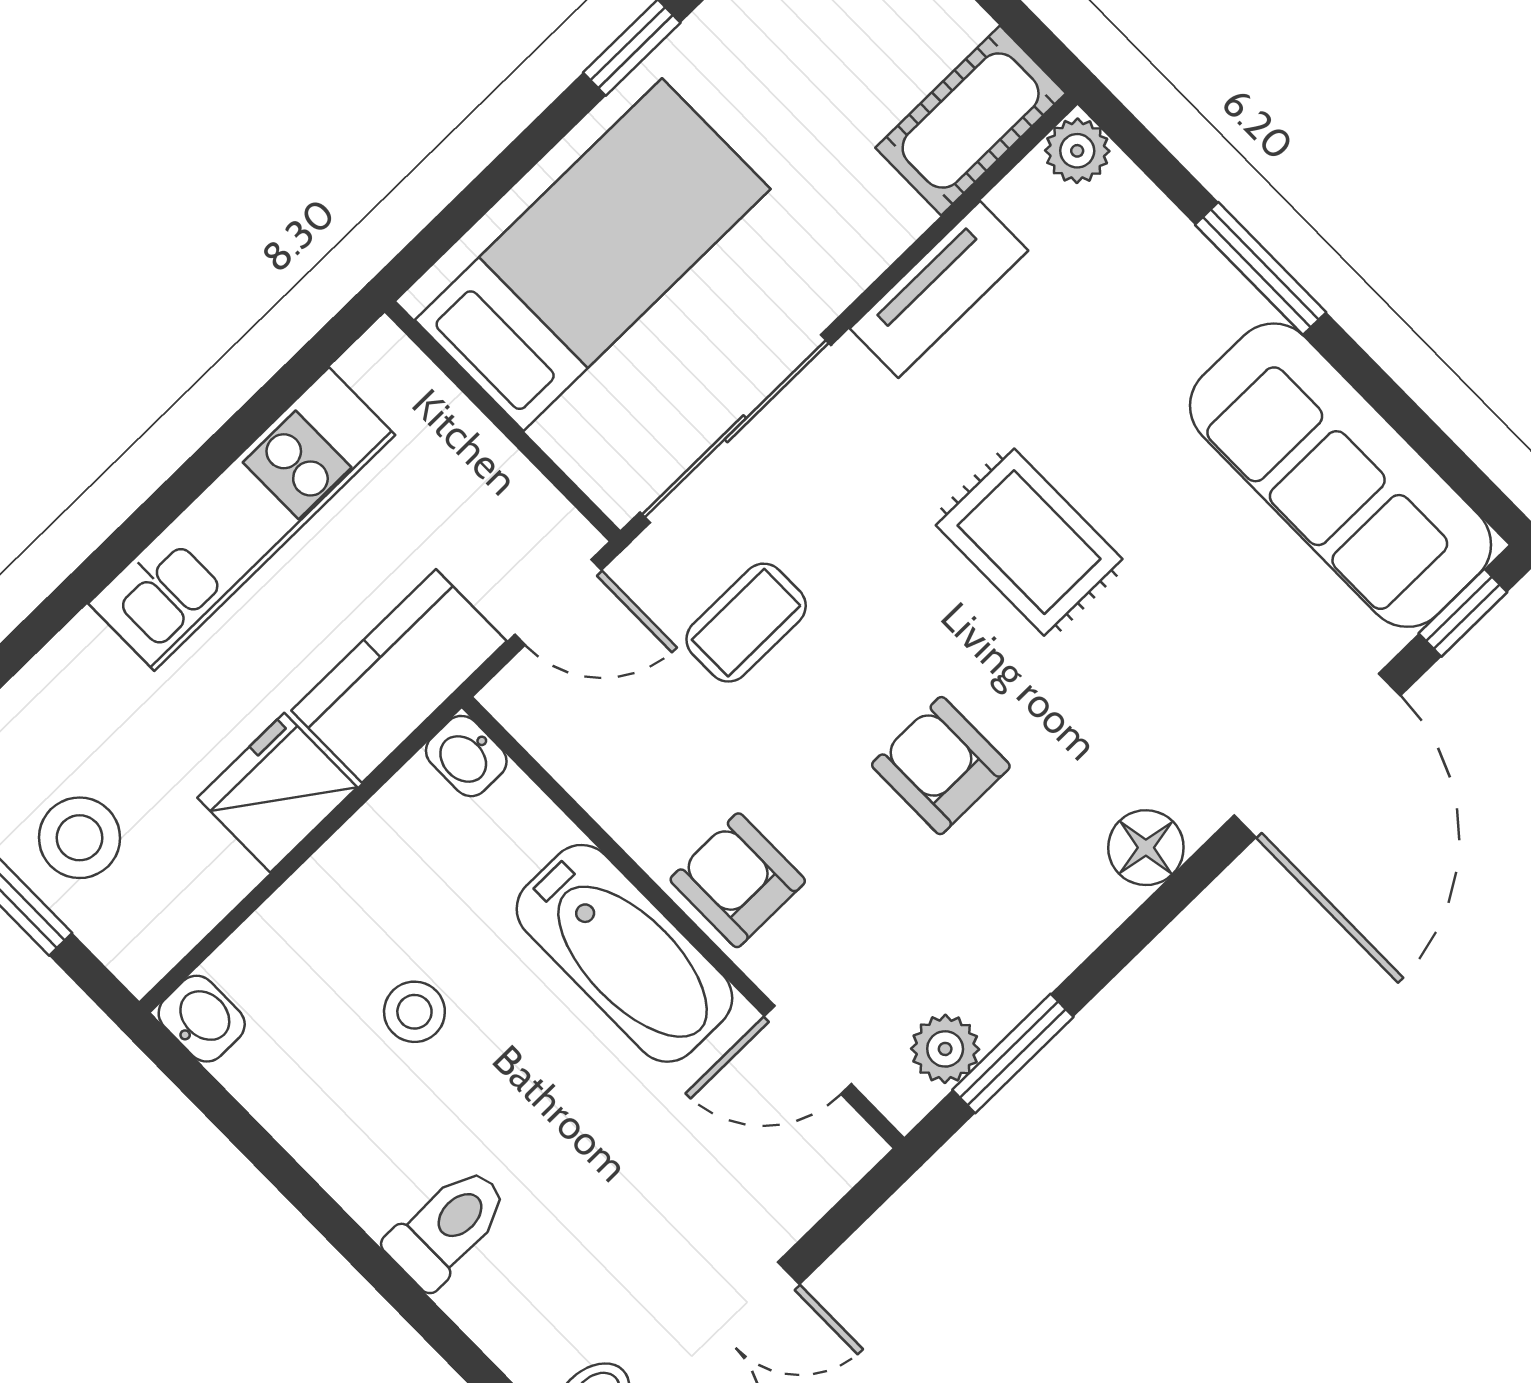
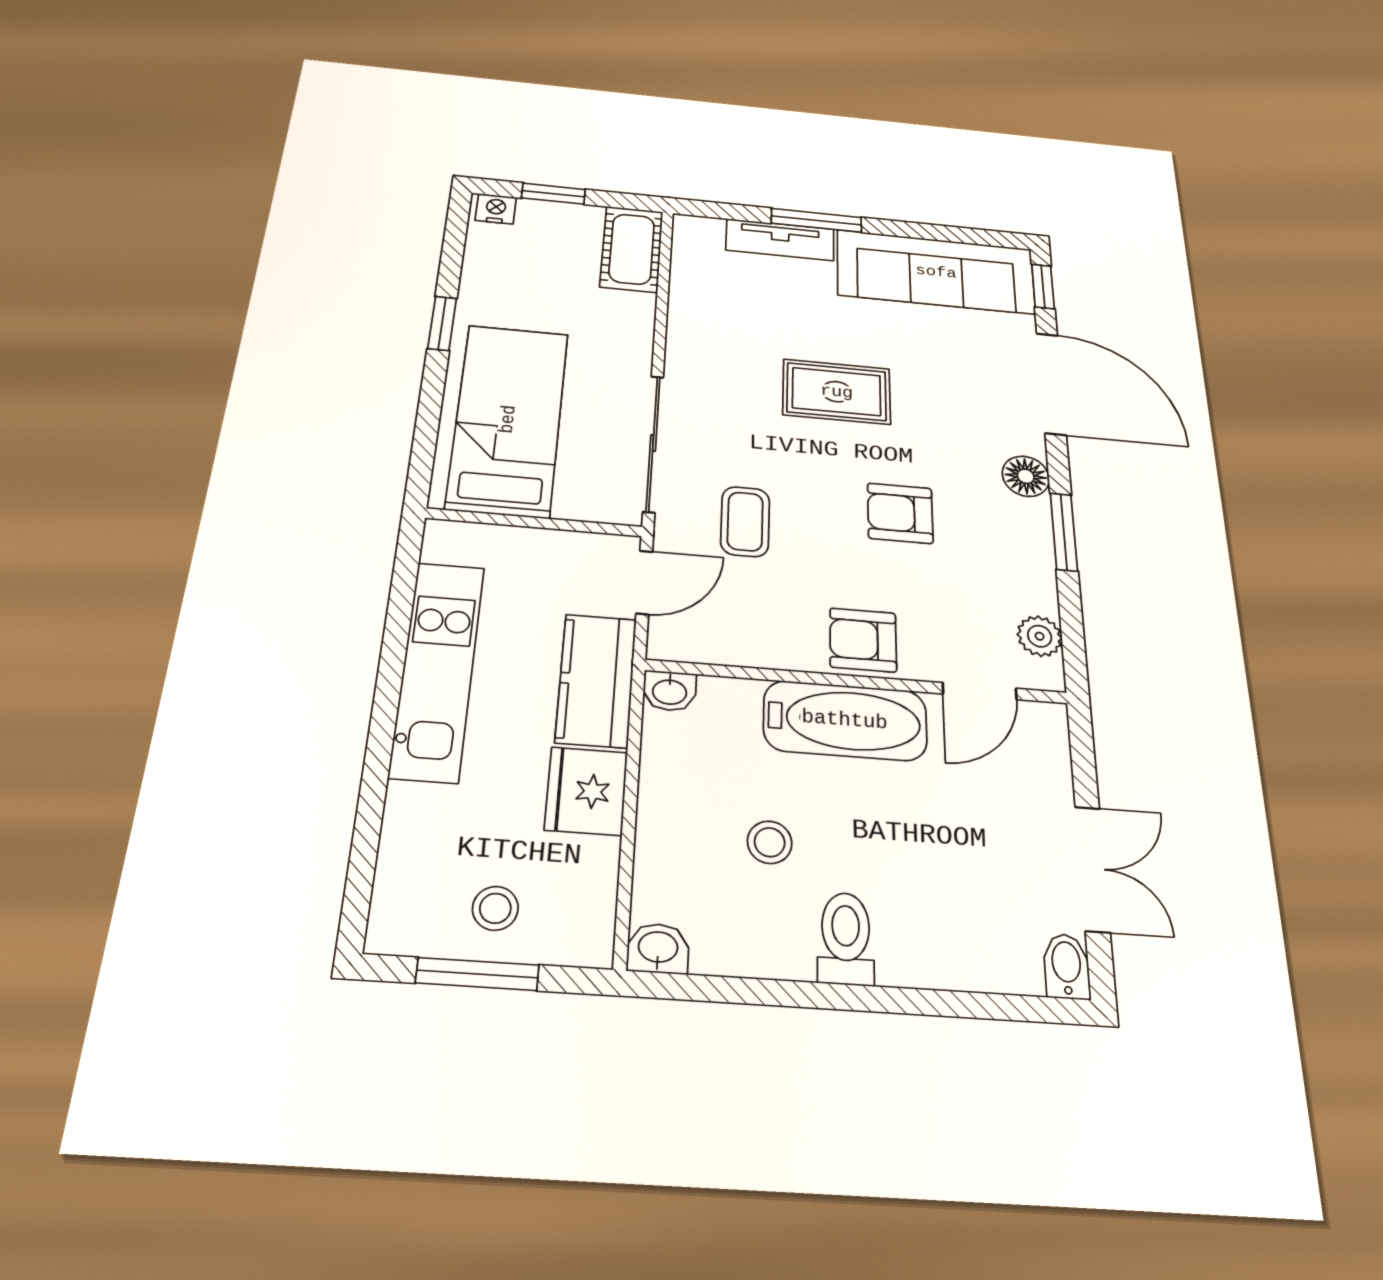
plant: (1077, 151) -> (691, 230), removed
tv unit: (939, 290) -> (780, 240), moved, turned 90
stool: (79, 838) -> (495, 908), width x0.73, depth x0.73
window: (1013, 1053) -> (1064, 532), moved
toilet: (448, 1227) -> (846, 938), moved

